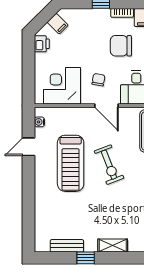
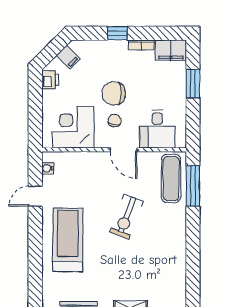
chair: (121, 46) -> (114, 93), moved
treadmill: (71, 163) -> (68, 240), moved, turned 180
exercise bike: (109, 165) -> (126, 217), turned 42

